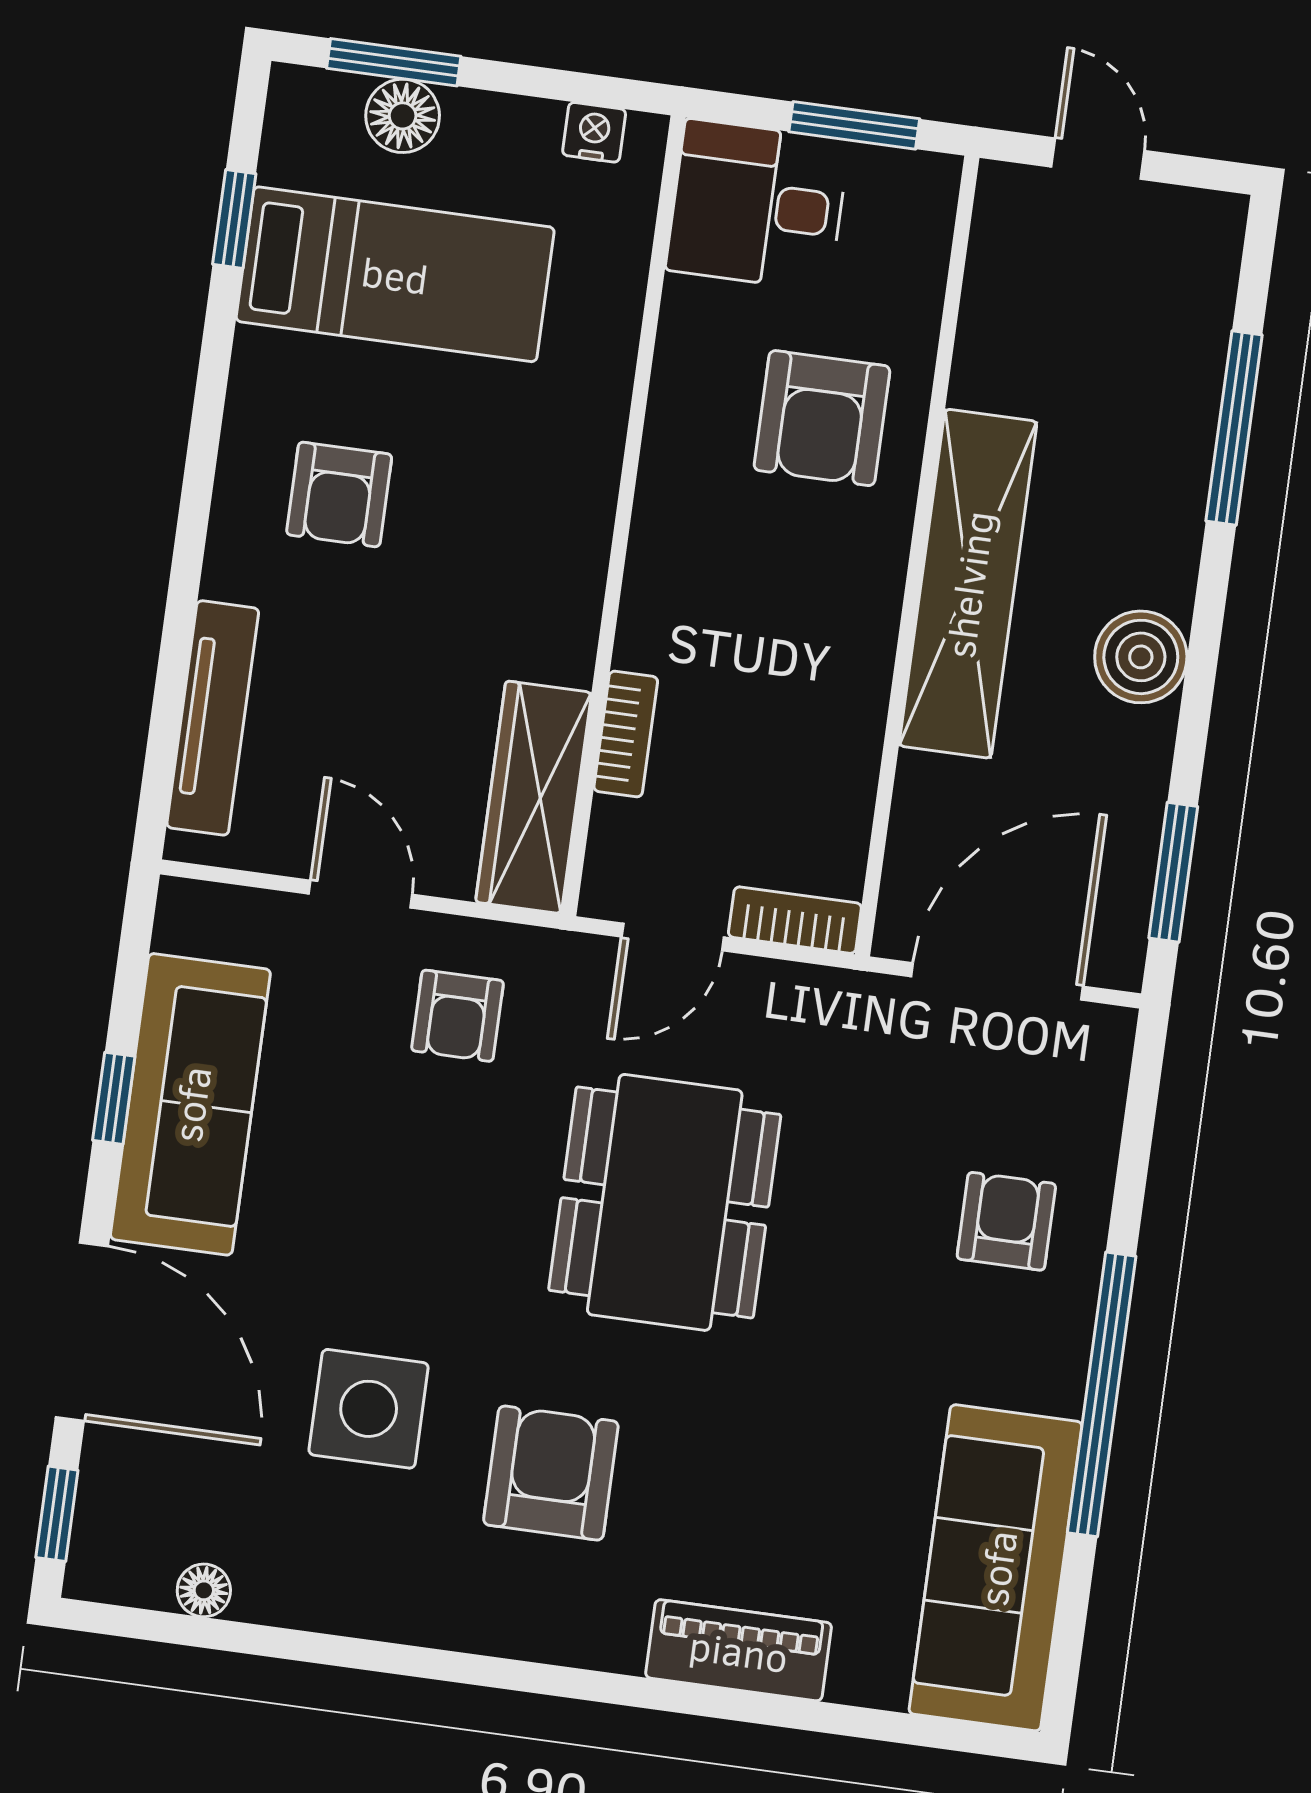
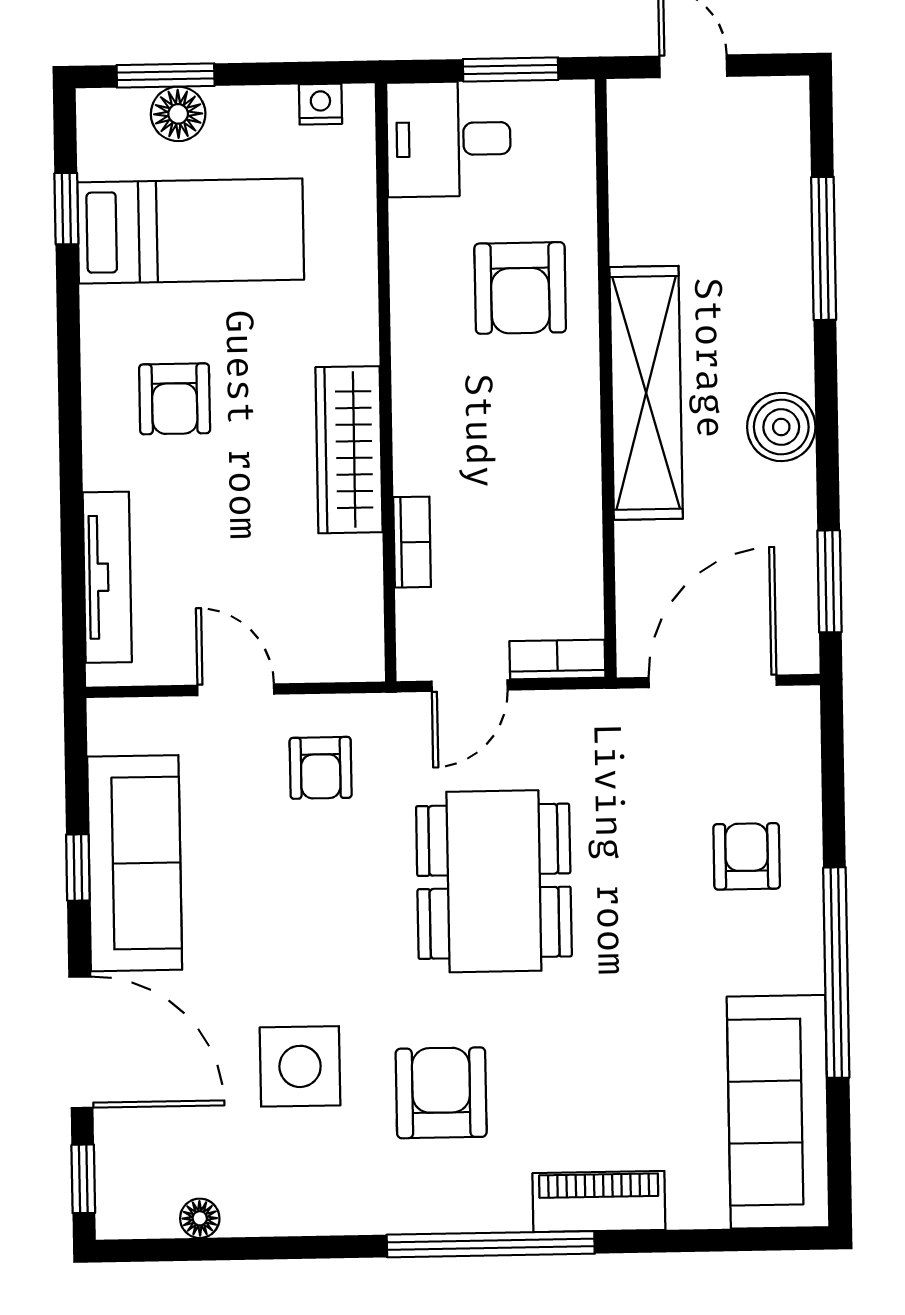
wardrobe: (534, 797) -> (349, 450), moved
window: (586, 1685) -> (491, 1244), added

